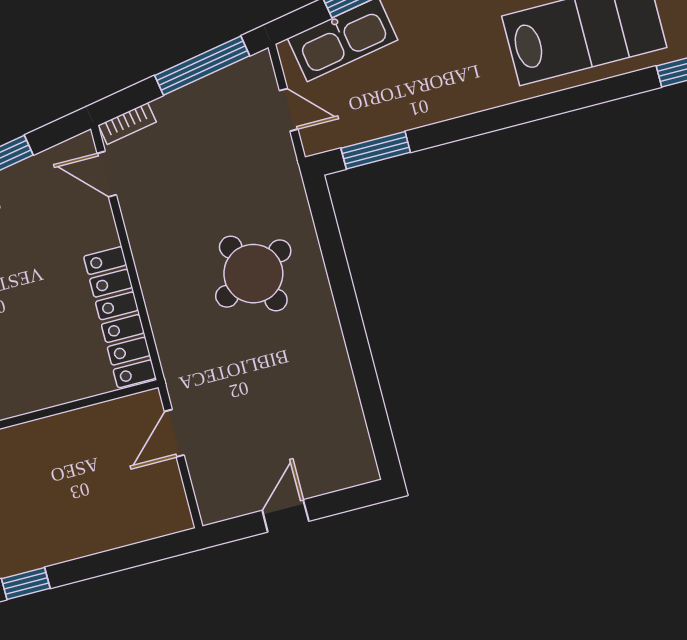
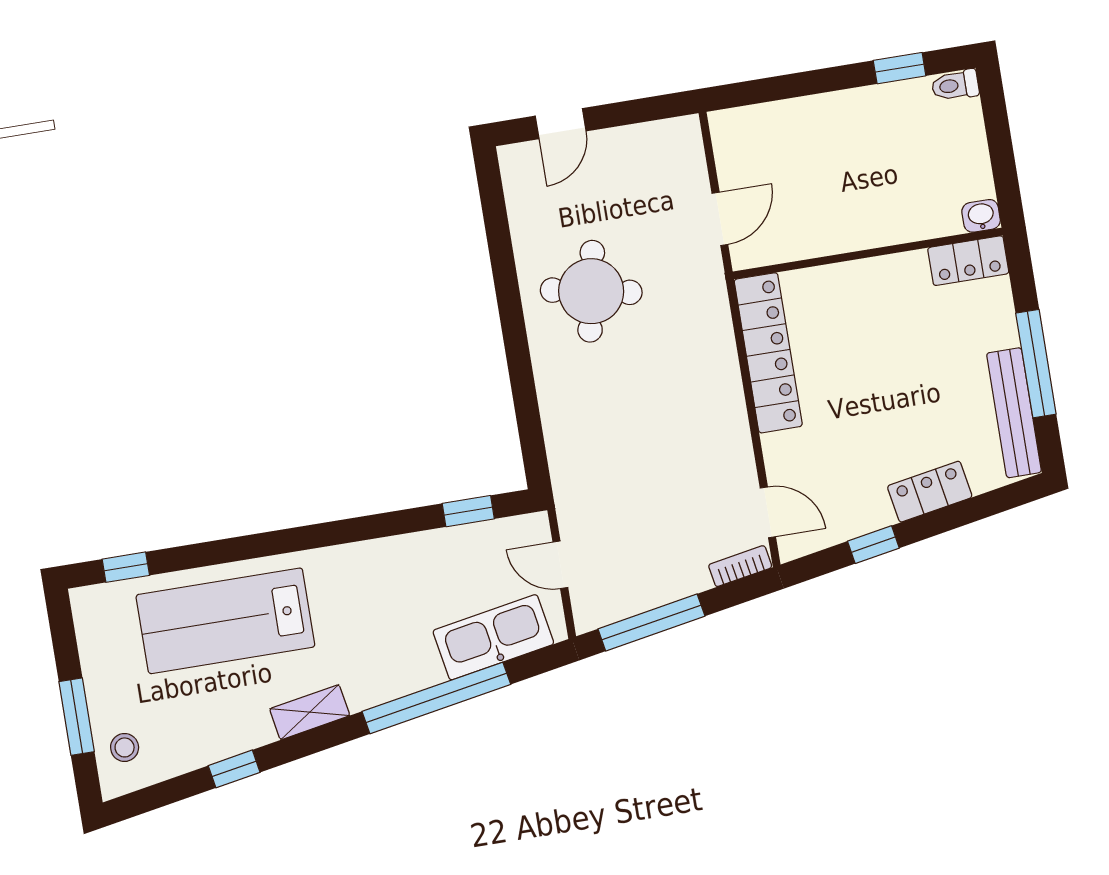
window: (376, 150) -> (468, 511), width x0.67
round table: (253, 274) -> (591, 291), moved, turned 37
door: (286, 516) -> (561, 124), moved

